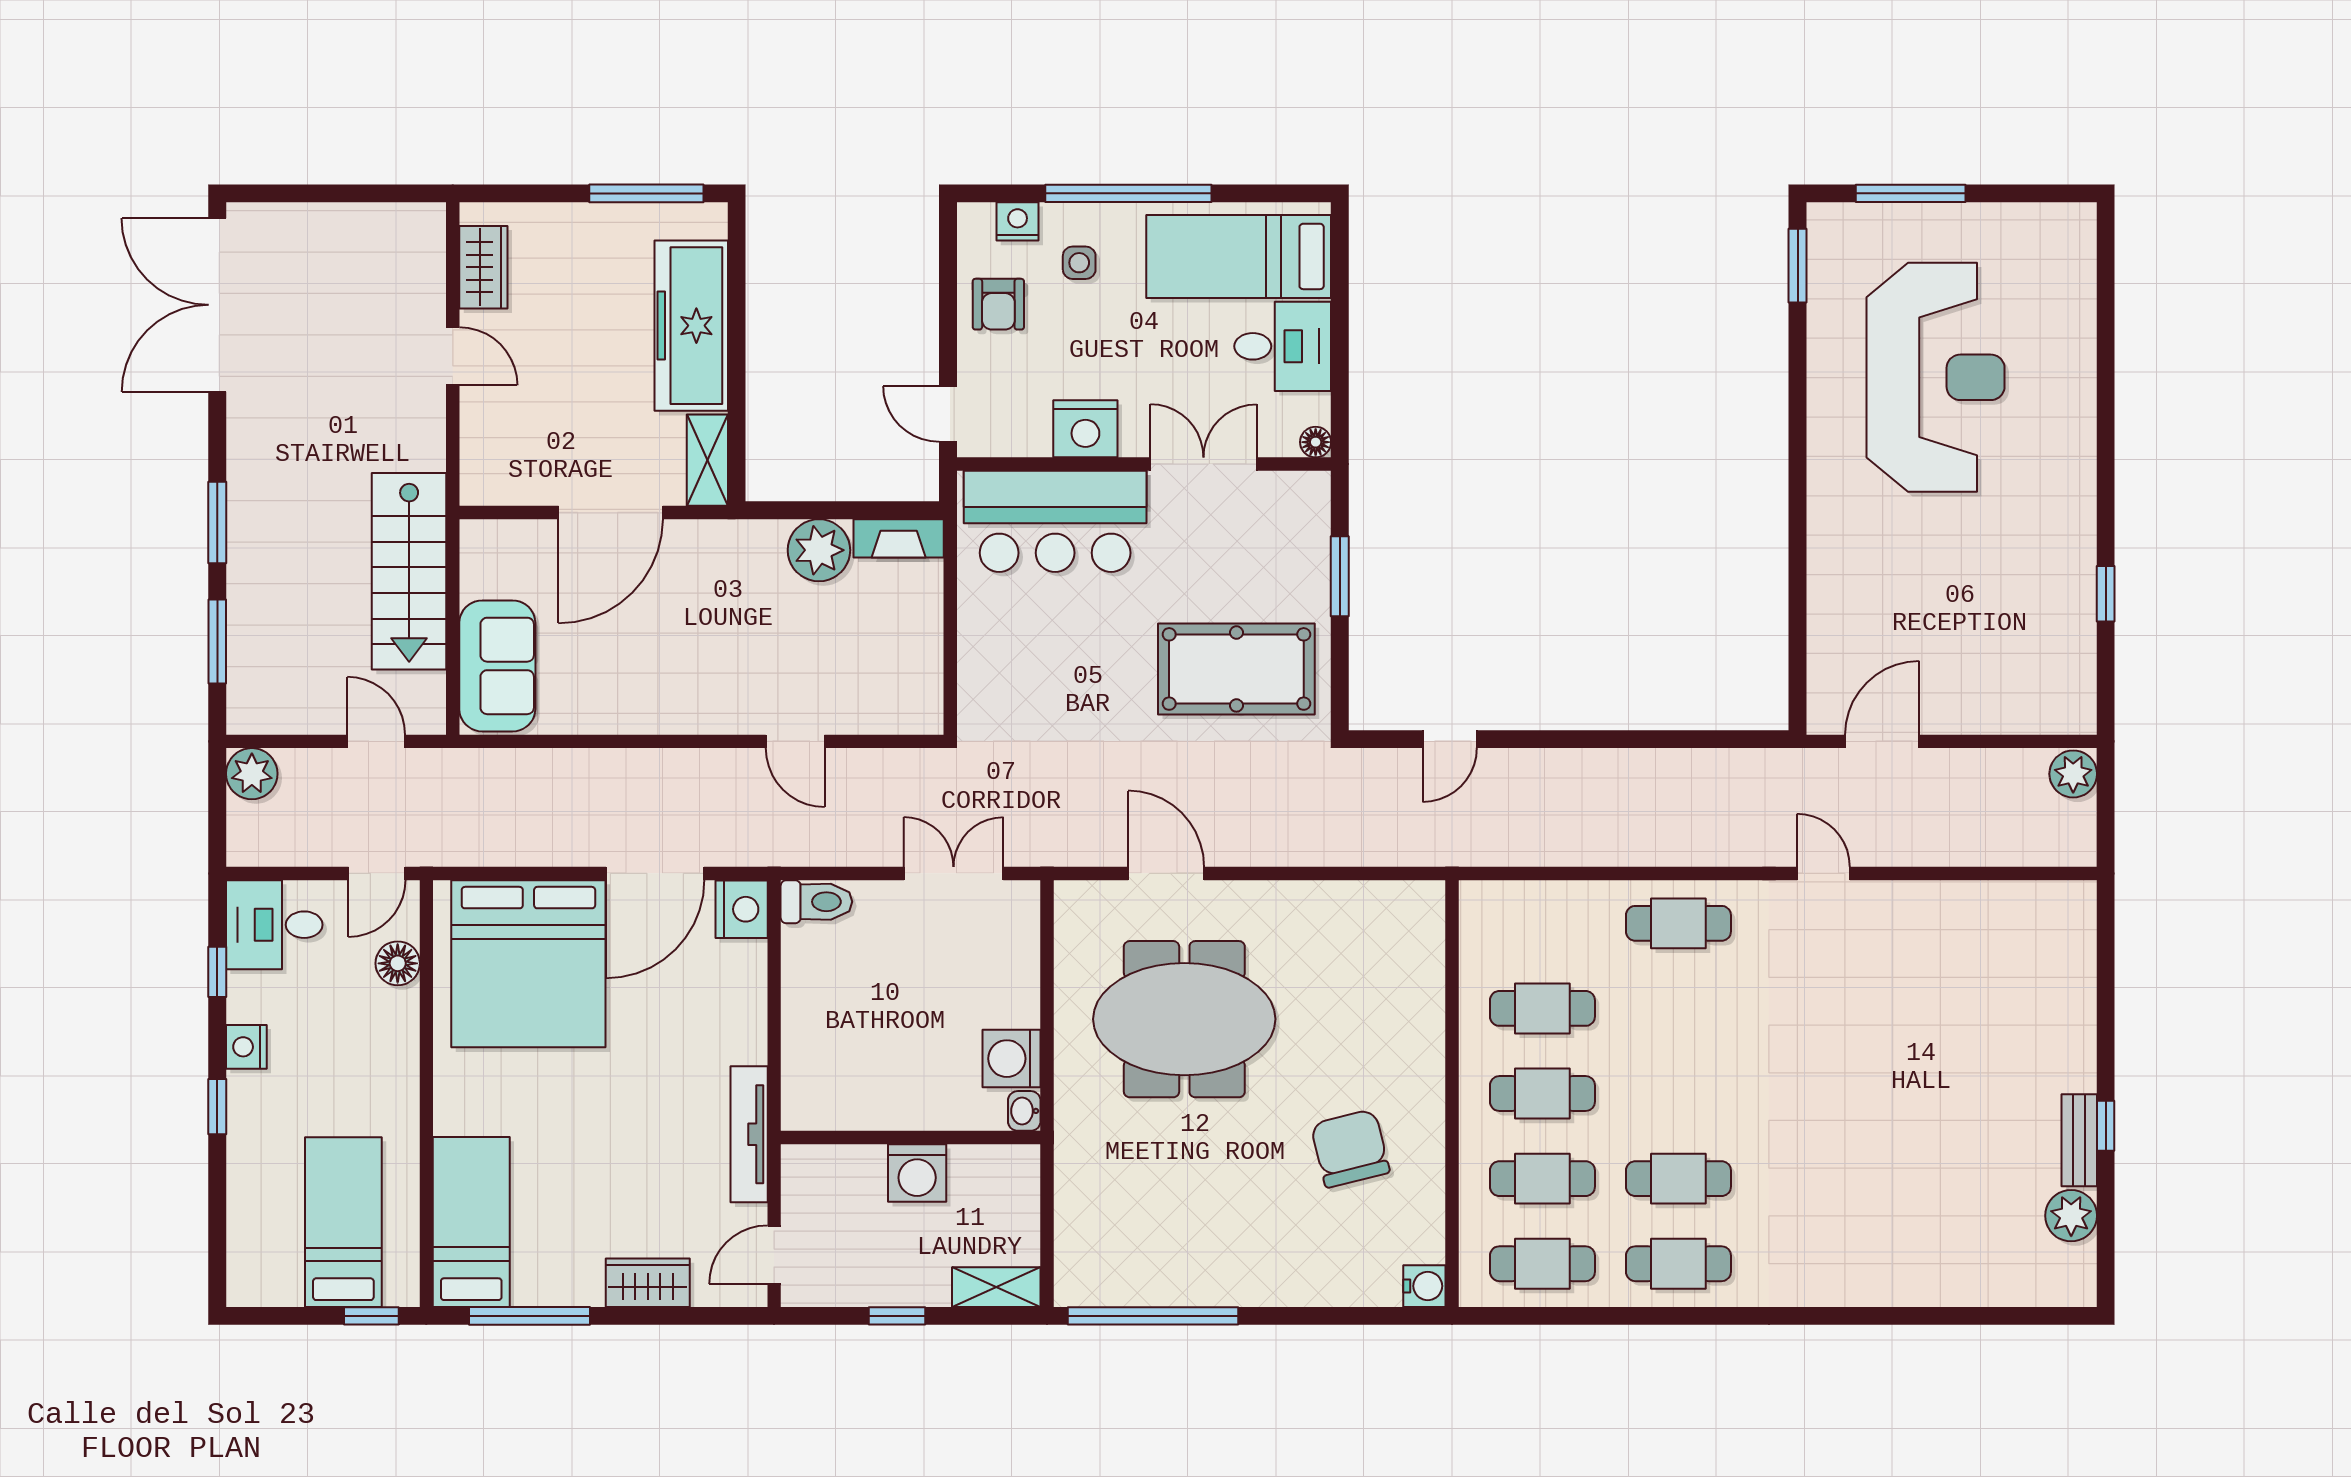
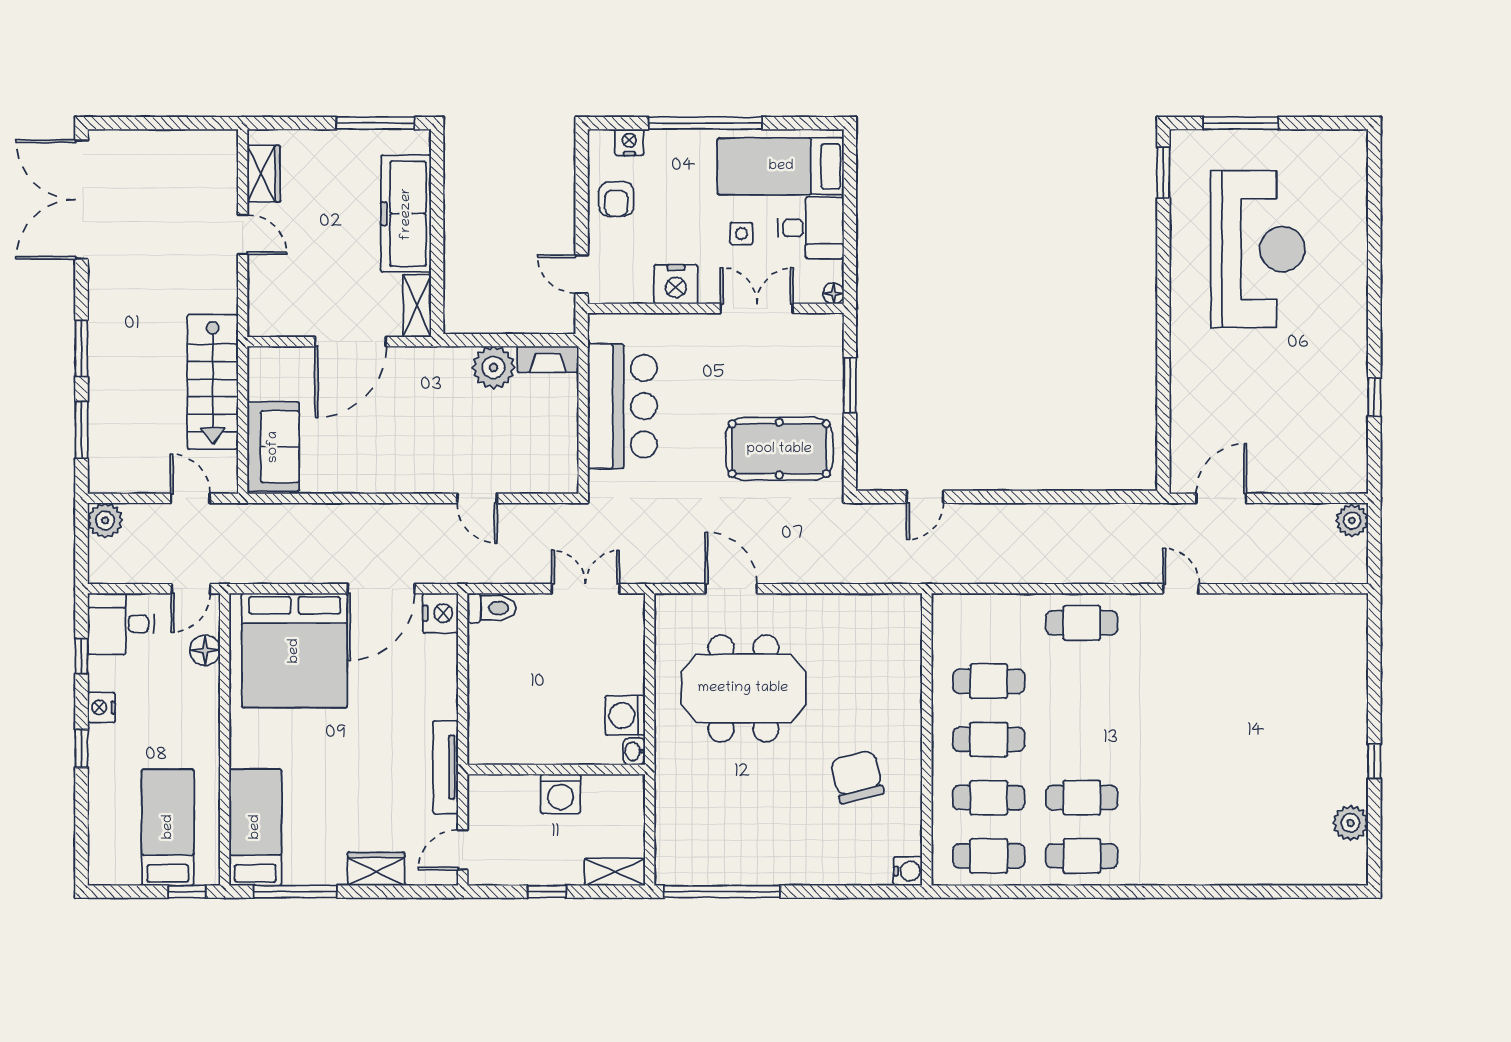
side table: (1079, 263) -> (741, 234), moved
bar counter: (1055, 521) -> (622, 406), moved, turned -90
bench: (2079, 1140) -> (1356, 771), removed

